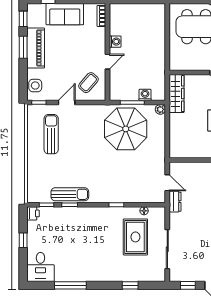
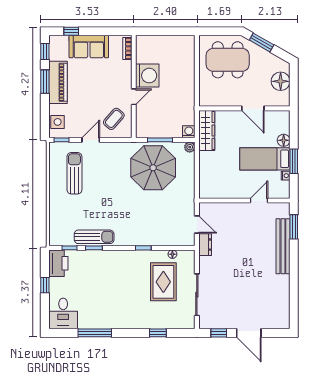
washing machine: (115, 42) -> (147, 76), width x1.89, depth x1.89
washing machine: (145, 95) -> (189, 132), moved
printer: (33, 213) -> (58, 263), width x1.87, depth x1.48

